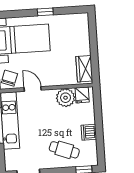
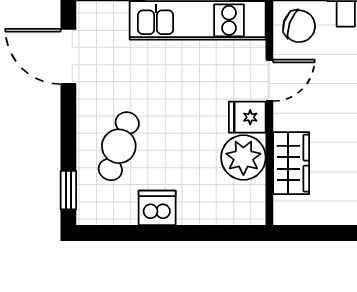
wardrobe: (84, 69) -> (291, 163), moved, turned 90
fridge: (82, 95) -> (247, 117), moved

